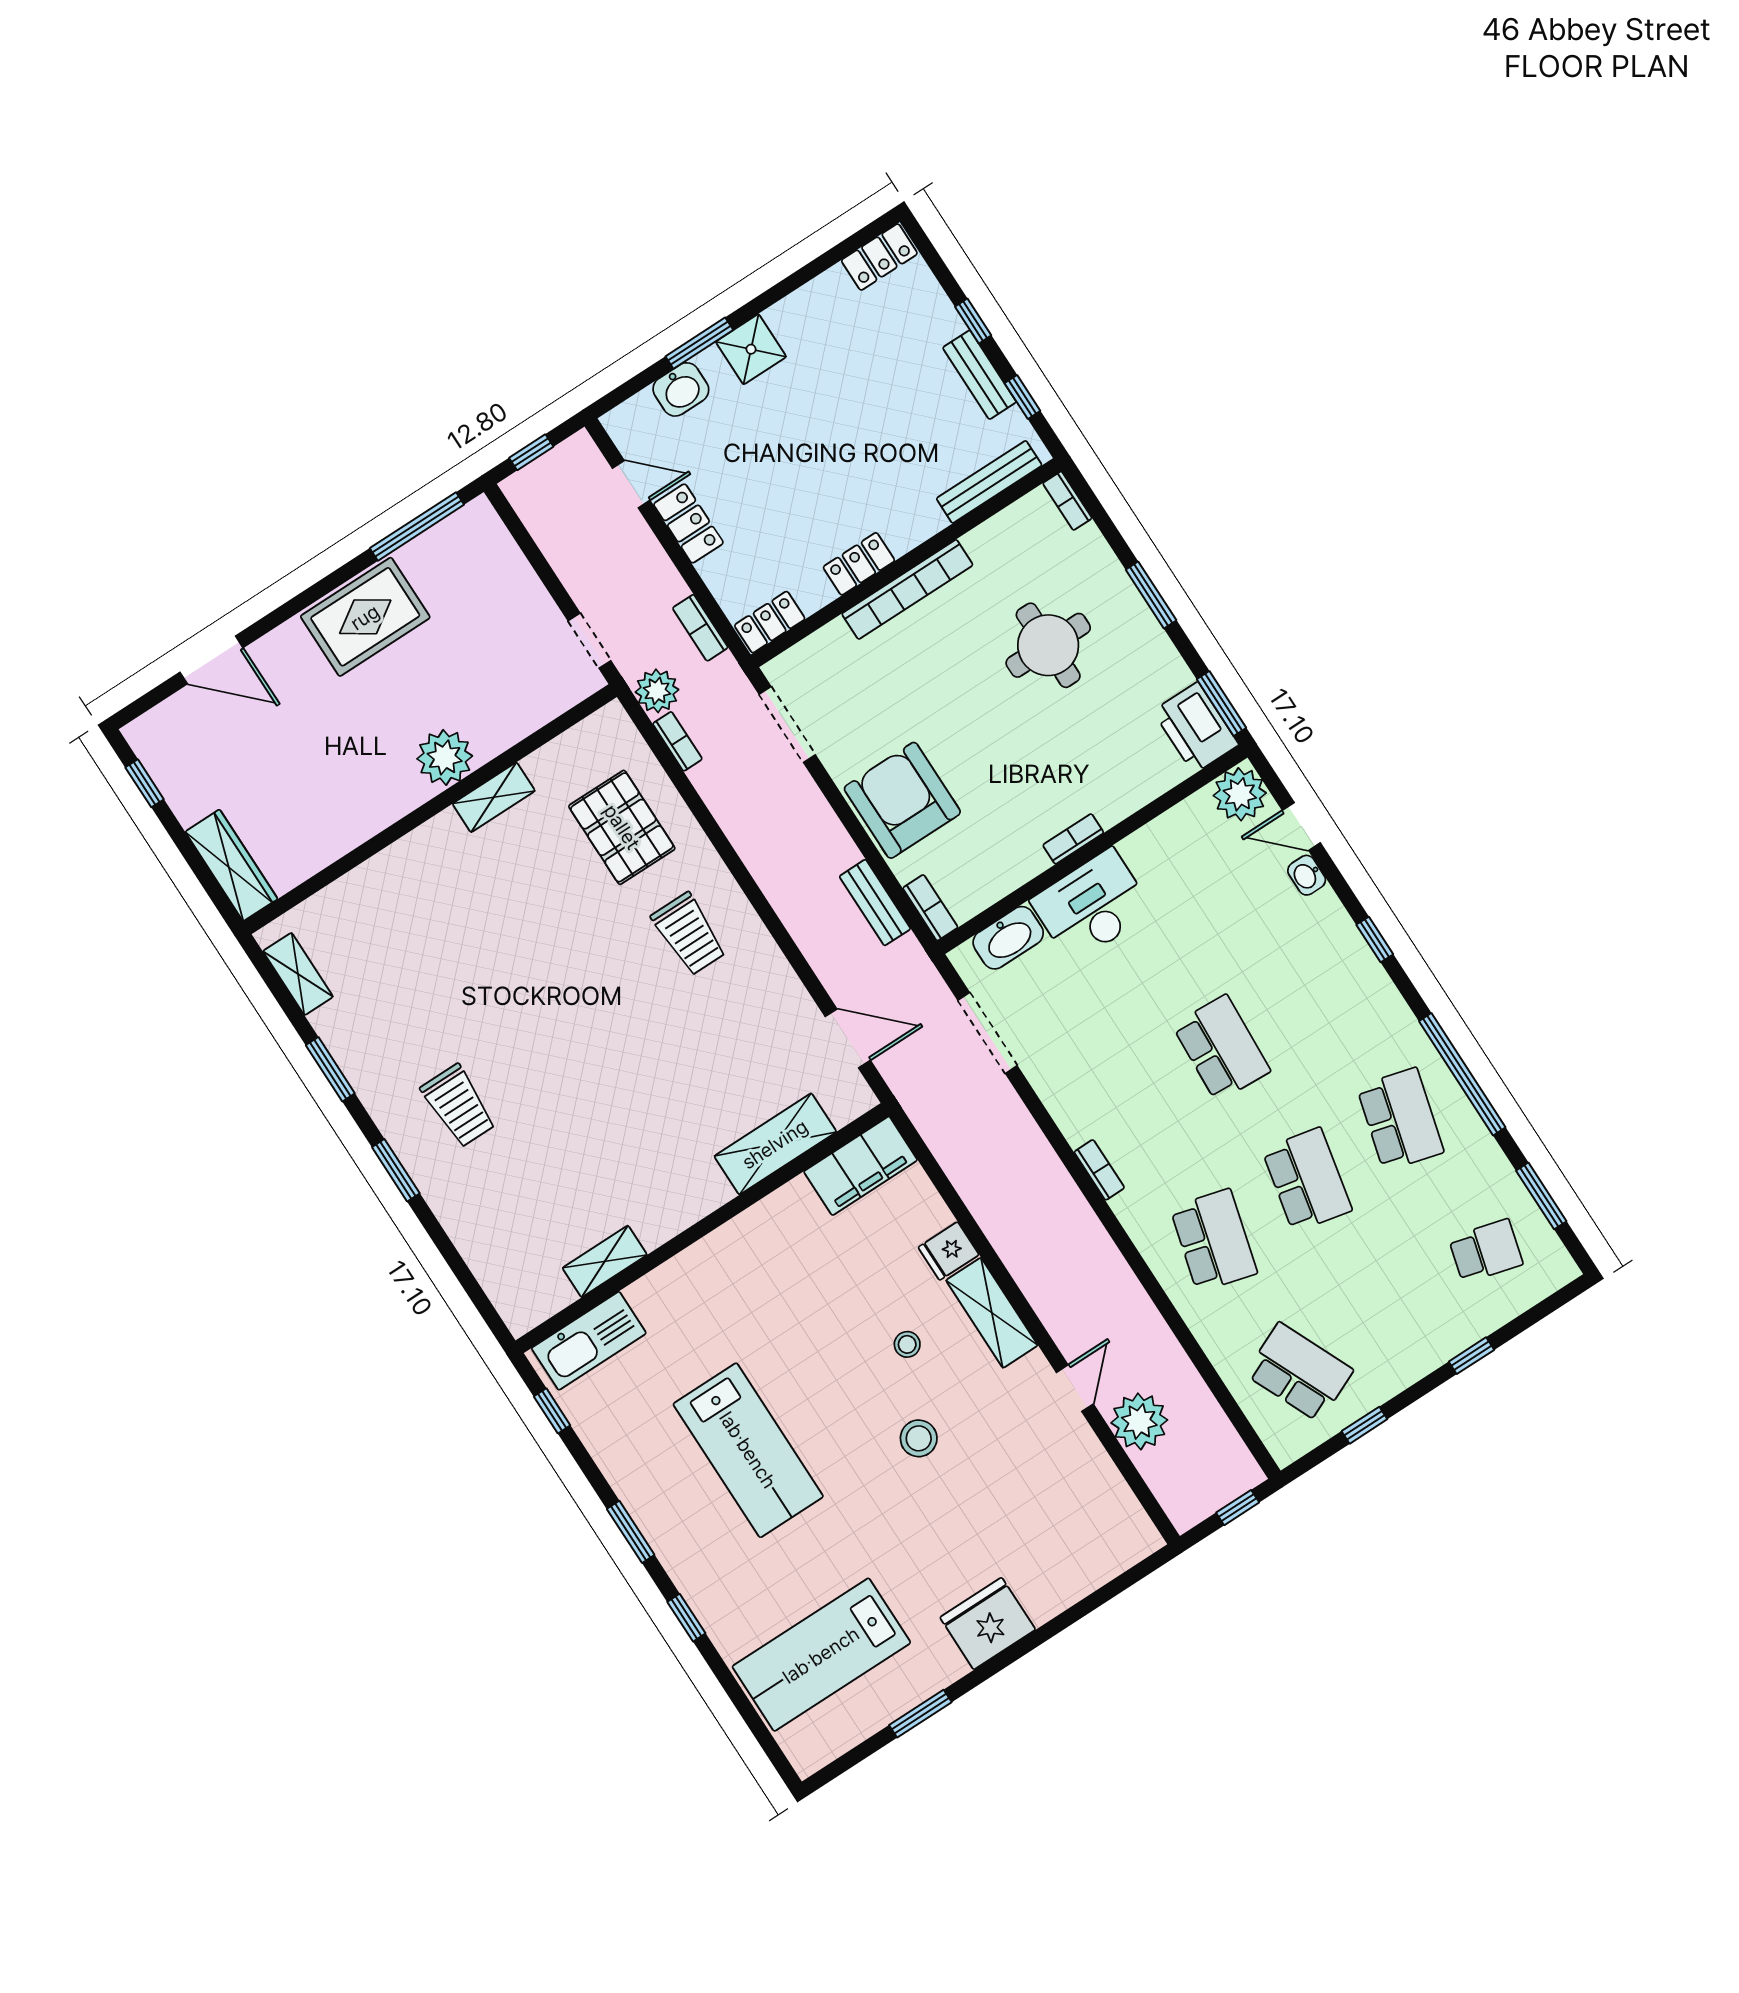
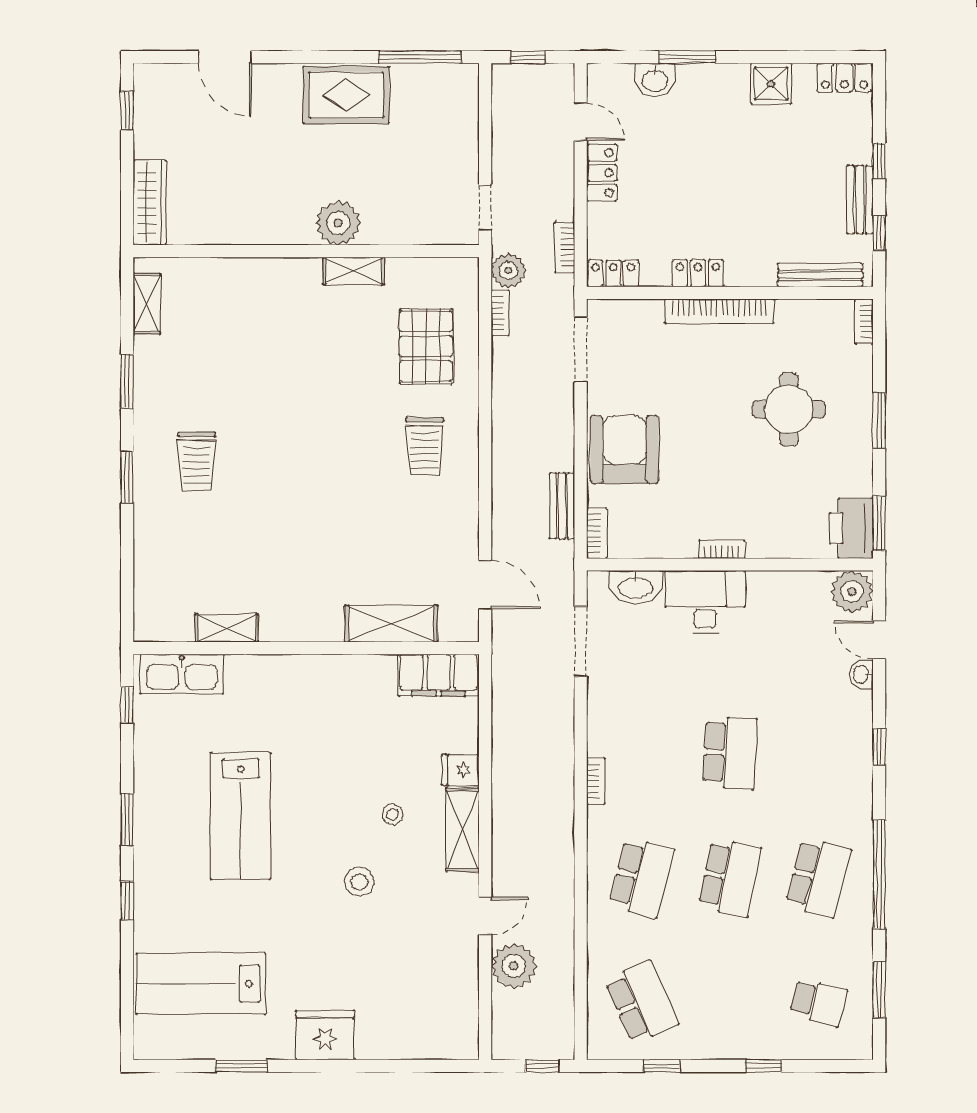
shower: (751, 349) -> (771, 84), moved

